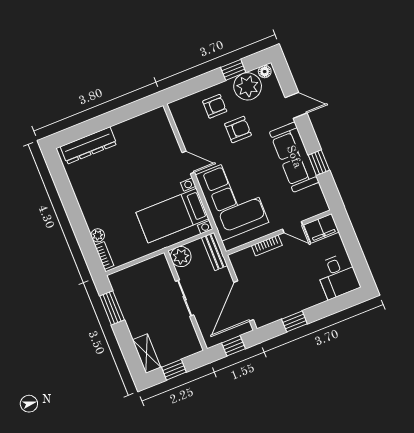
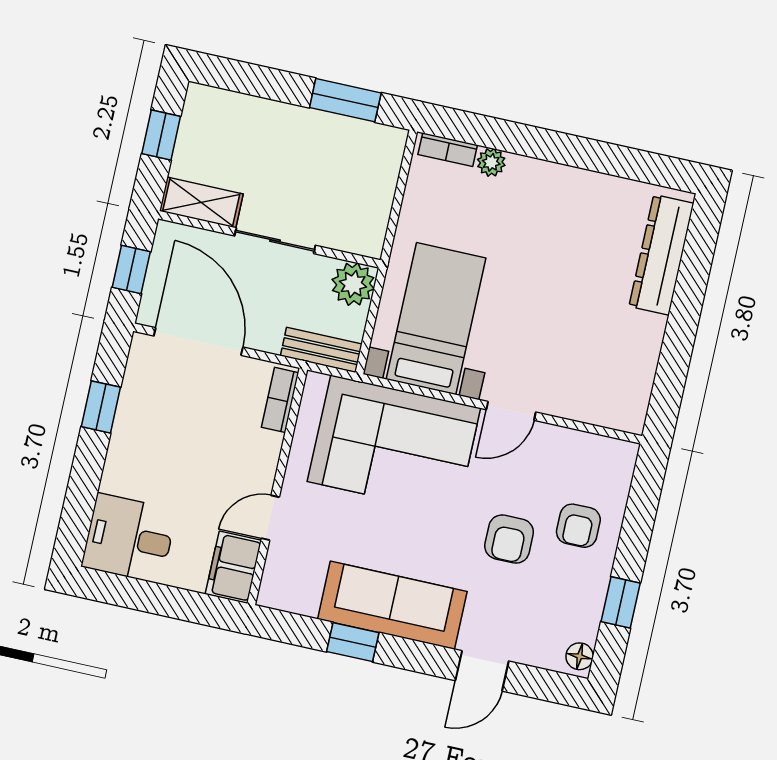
plant: (248, 86) -> (574, 608), removed
bookcase: (267, 245) -> (280, 400), moved
shelving: (147, 354) -> (201, 203), moved

